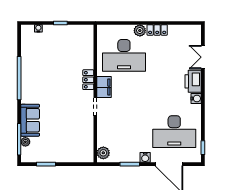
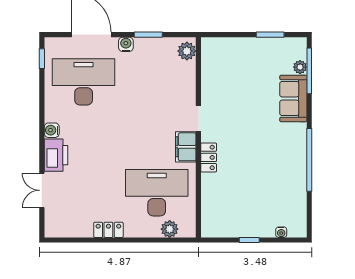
plant: (140, 31) -> (170, 229), moved
double door: (203, 57) -> (42, 190), swing flipped

